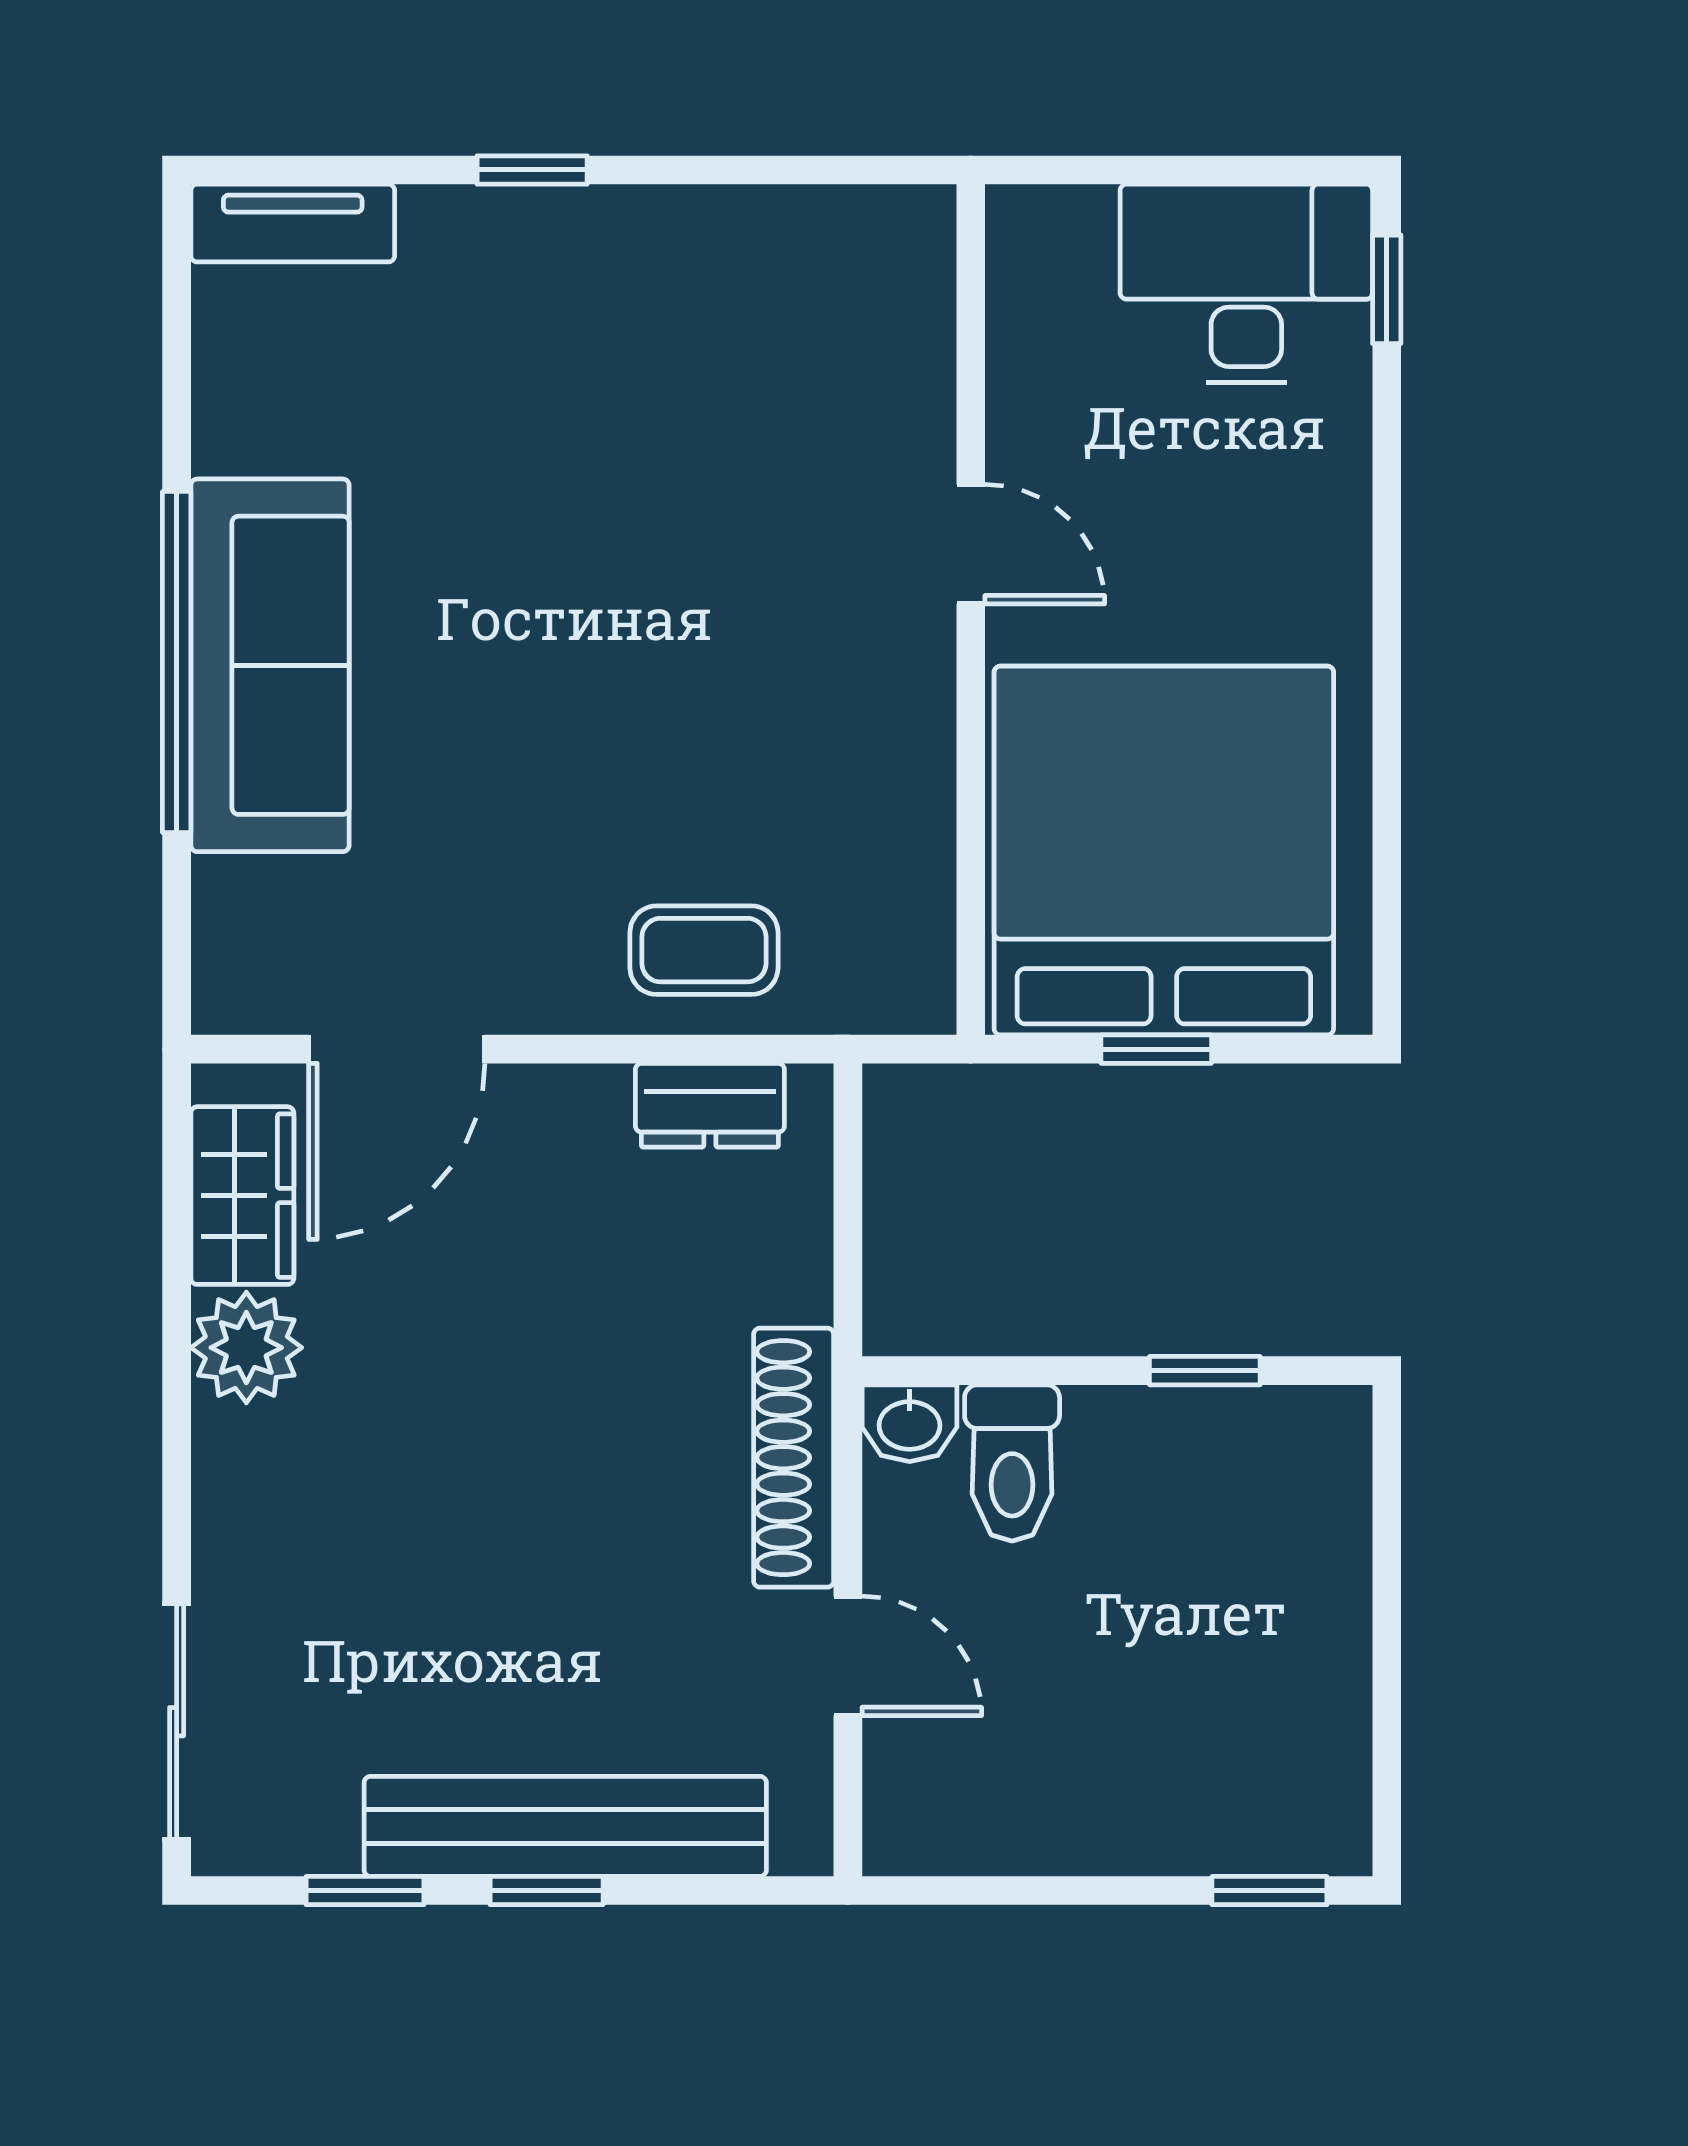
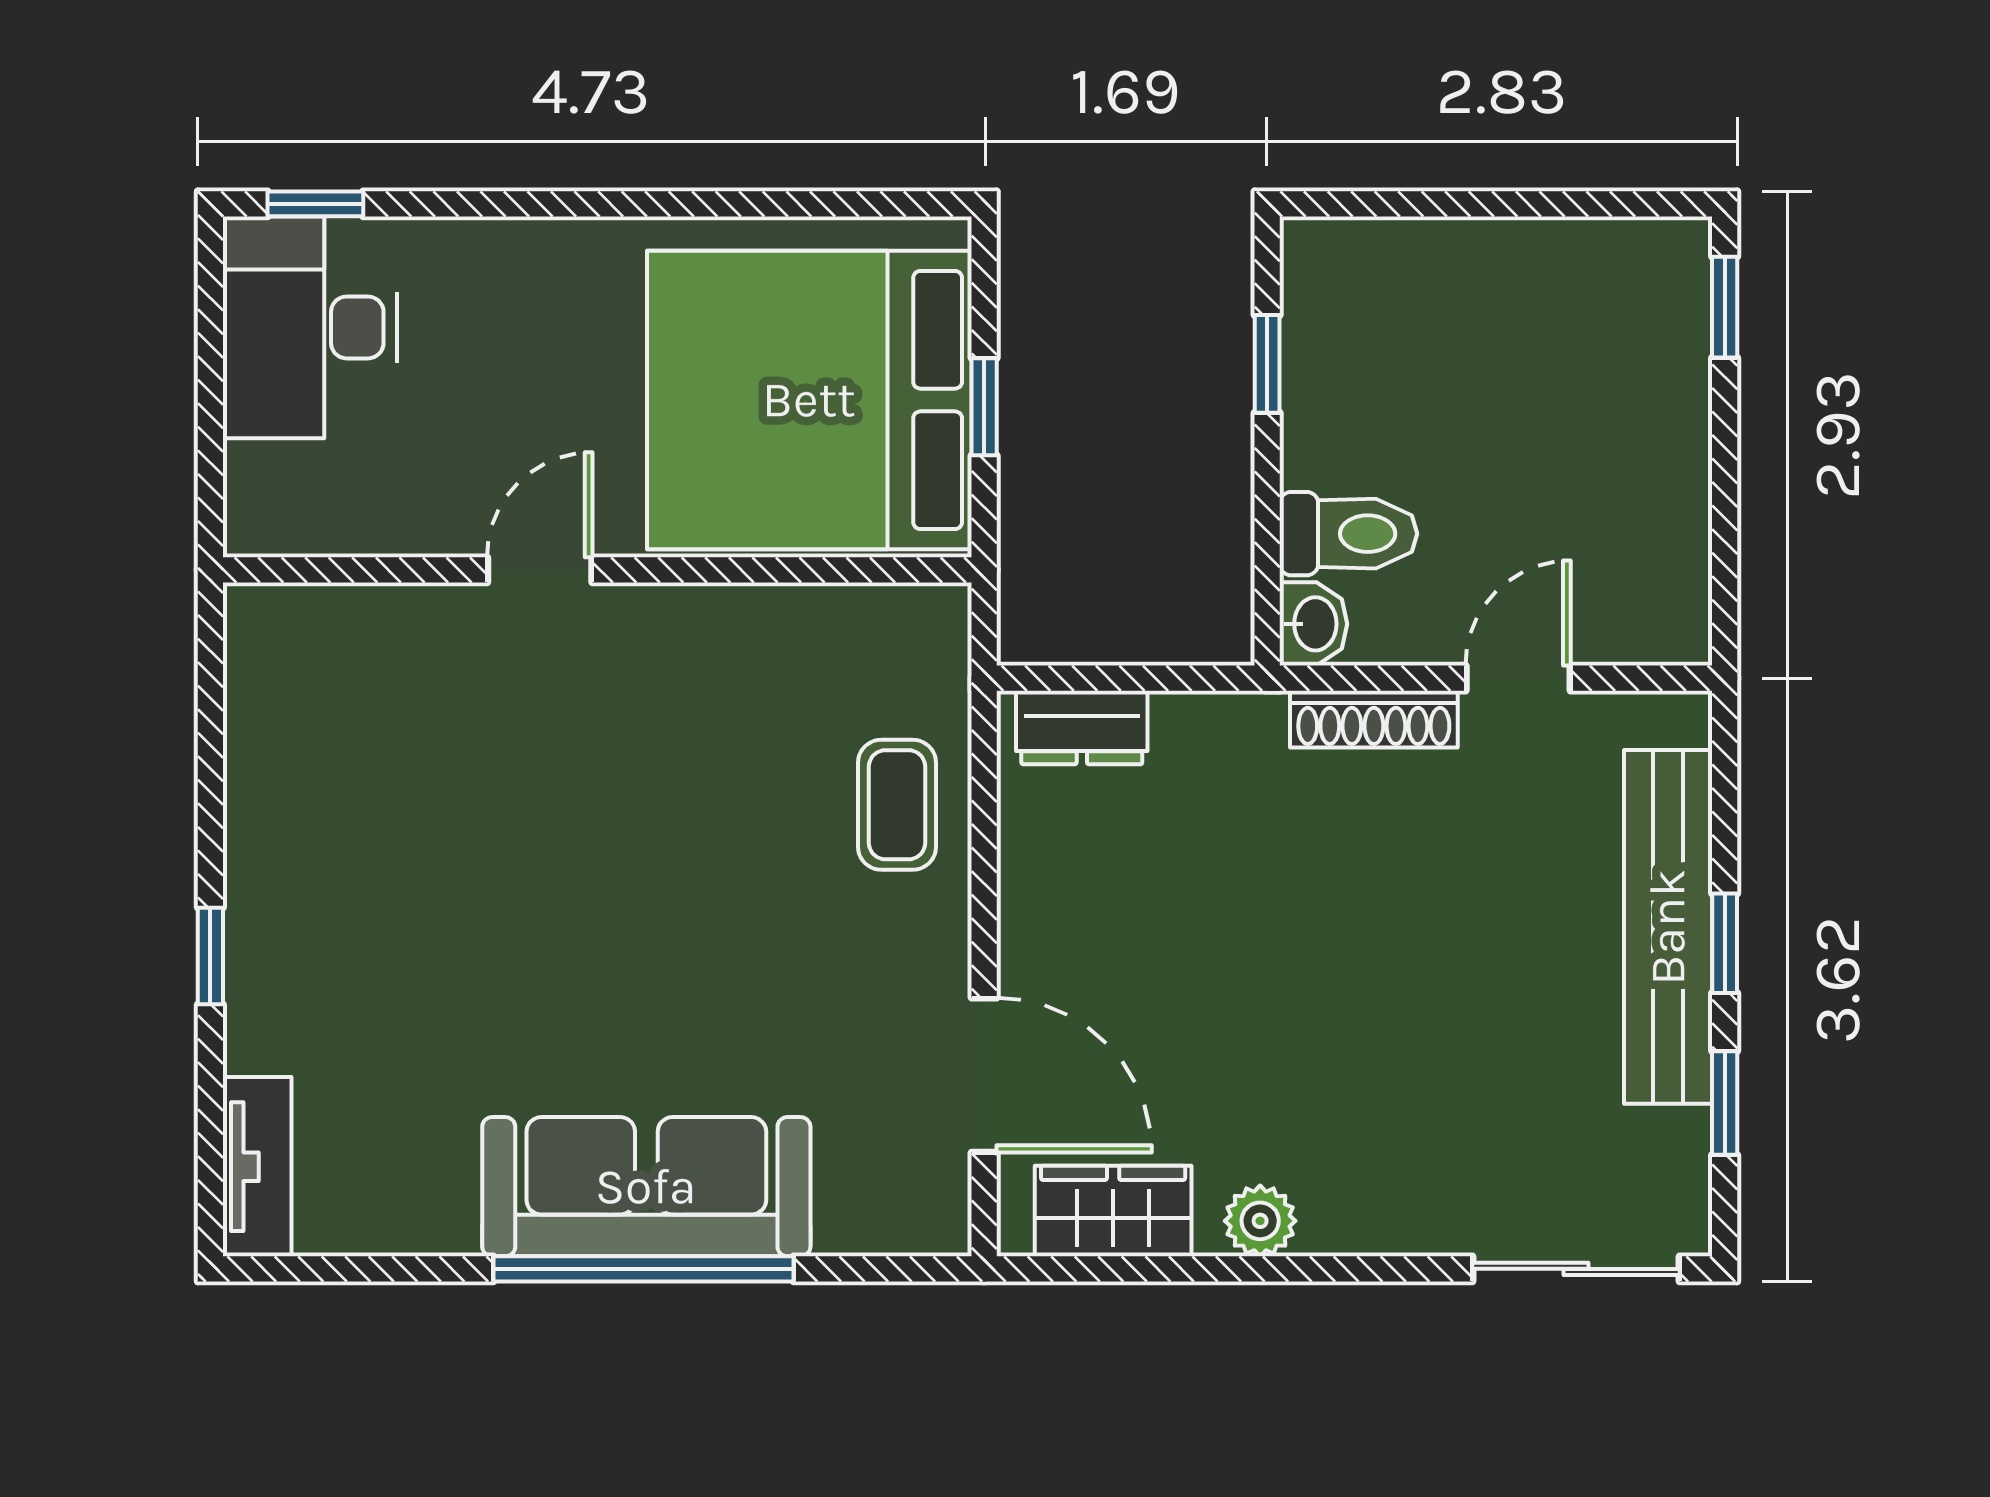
dresser: (710, 1105) -> (1082, 728), moved, turned 90
plant: (246, 1348) -> (1260, 1221), width x0.73, depth x0.73
shoe rack: (794, 1458) -> (1374, 719), width x0.74, depth x0.81

